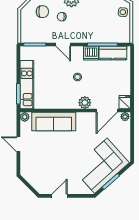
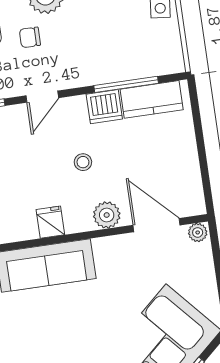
door: (63, 45) -> (42, 97), hinge flipped
fridge: (125, 102) -> (50, 222), moved
door: (107, 111) -> (156, 225), swing flipped

